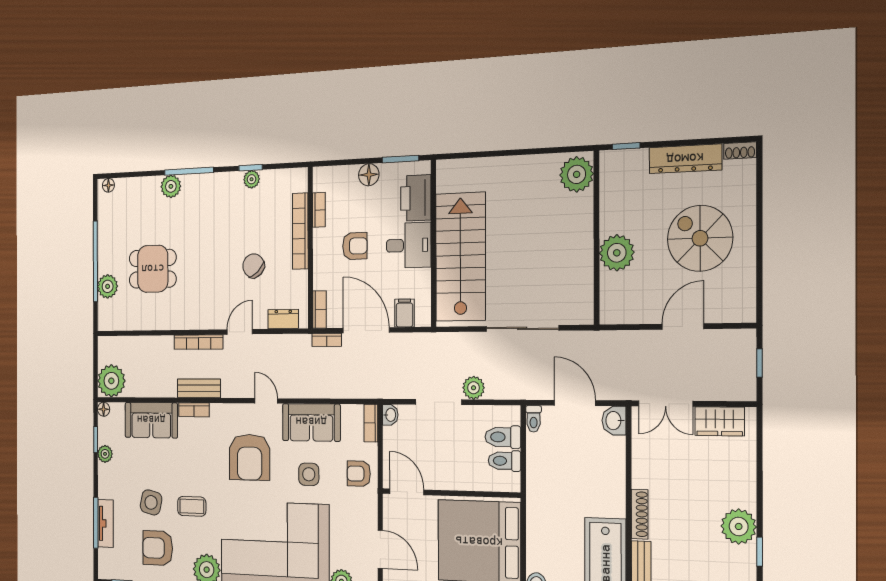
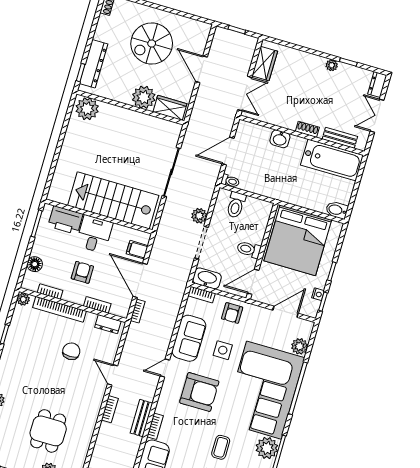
dresser: (685, 159) -> (94, 64), moved
floor lamp: (369, 175) -> (35, 264), moved
plant: (252, 179) -> (23, 299), moved
chair: (254, 266) -> (71, 351), turned 133
wardrobe: (613, 297) -> (170, 108), added
bookcase: (319, 309) -> (97, 305), moved
dresser: (283, 319) -> (108, 324), moved, turned -90
door: (366, 330) -> (140, 280), hinge flipped
bookcase: (198, 342) -> (110, 409), width x0.64
washbasin: (390, 415) -> (207, 278), width x1.91, depth x1.45
washbasin: (614, 421) -> (280, 139), moved
toilet: (504, 461) -> (249, 249), moved, turned 90
shoe rack: (640, 514) -> (307, 129), width x0.70
plant: (739, 526) -> (332, 65), width x0.53, depth x0.53

